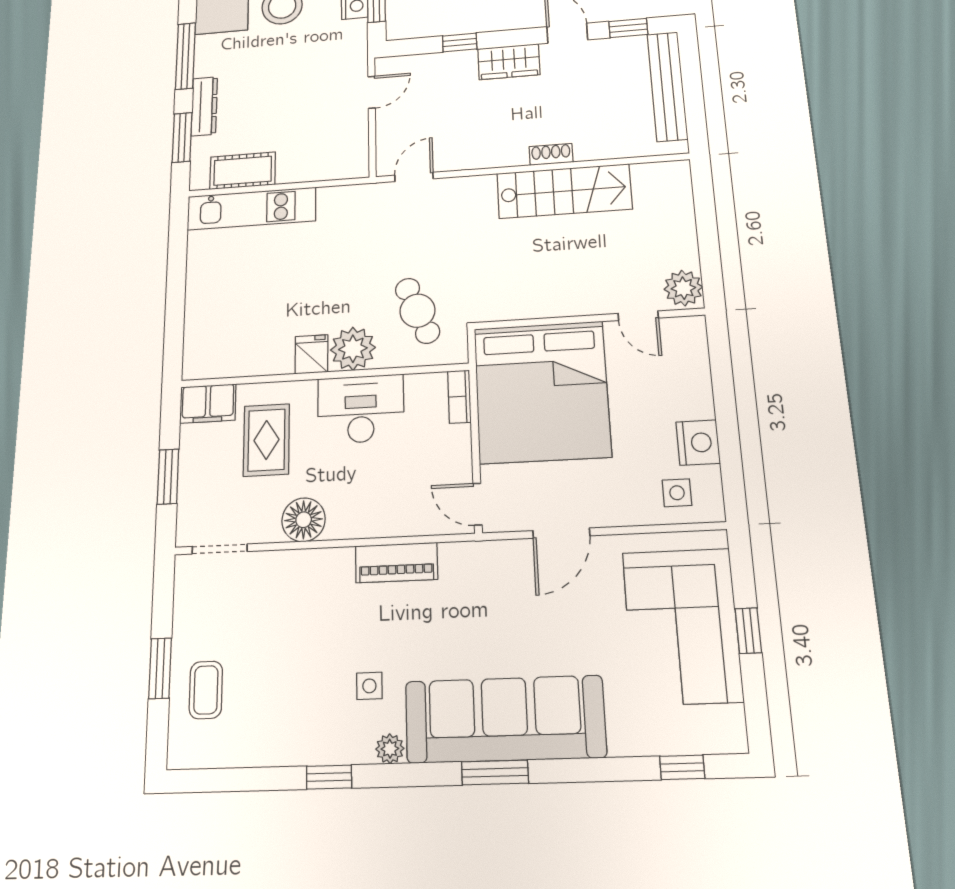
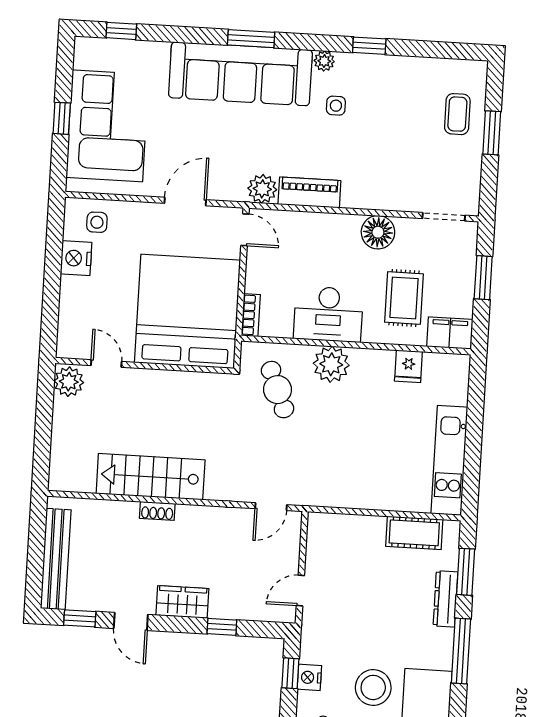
kitchen unit: (251, 209) -> (449, 460), moved, turned -90
fridge: (311, 354) -> (408, 366), moved
plant: (460, 561) -> (262, 189), added

